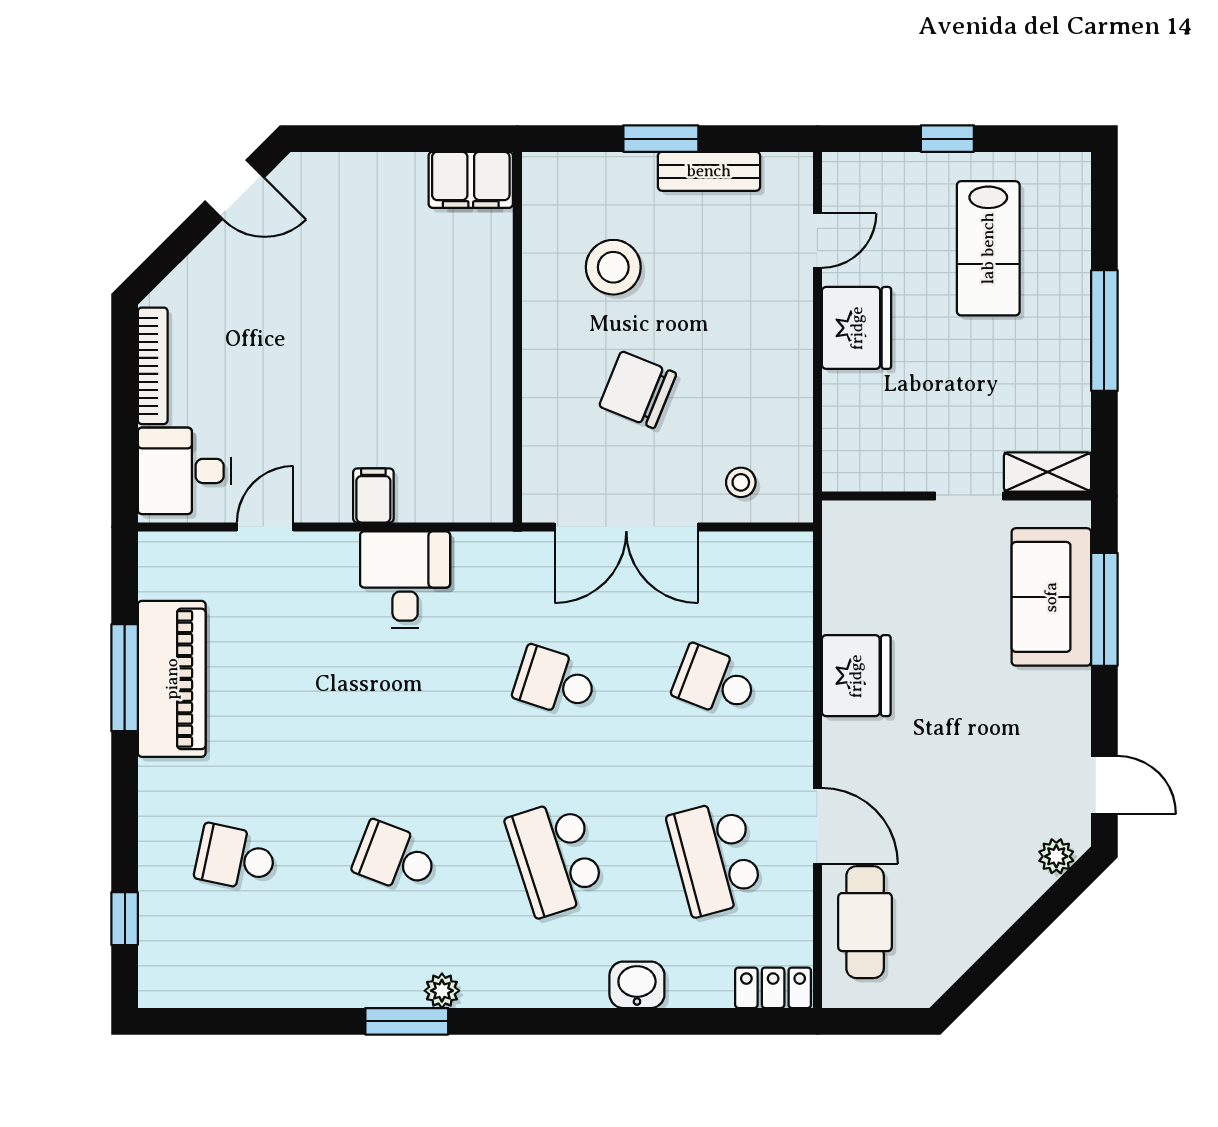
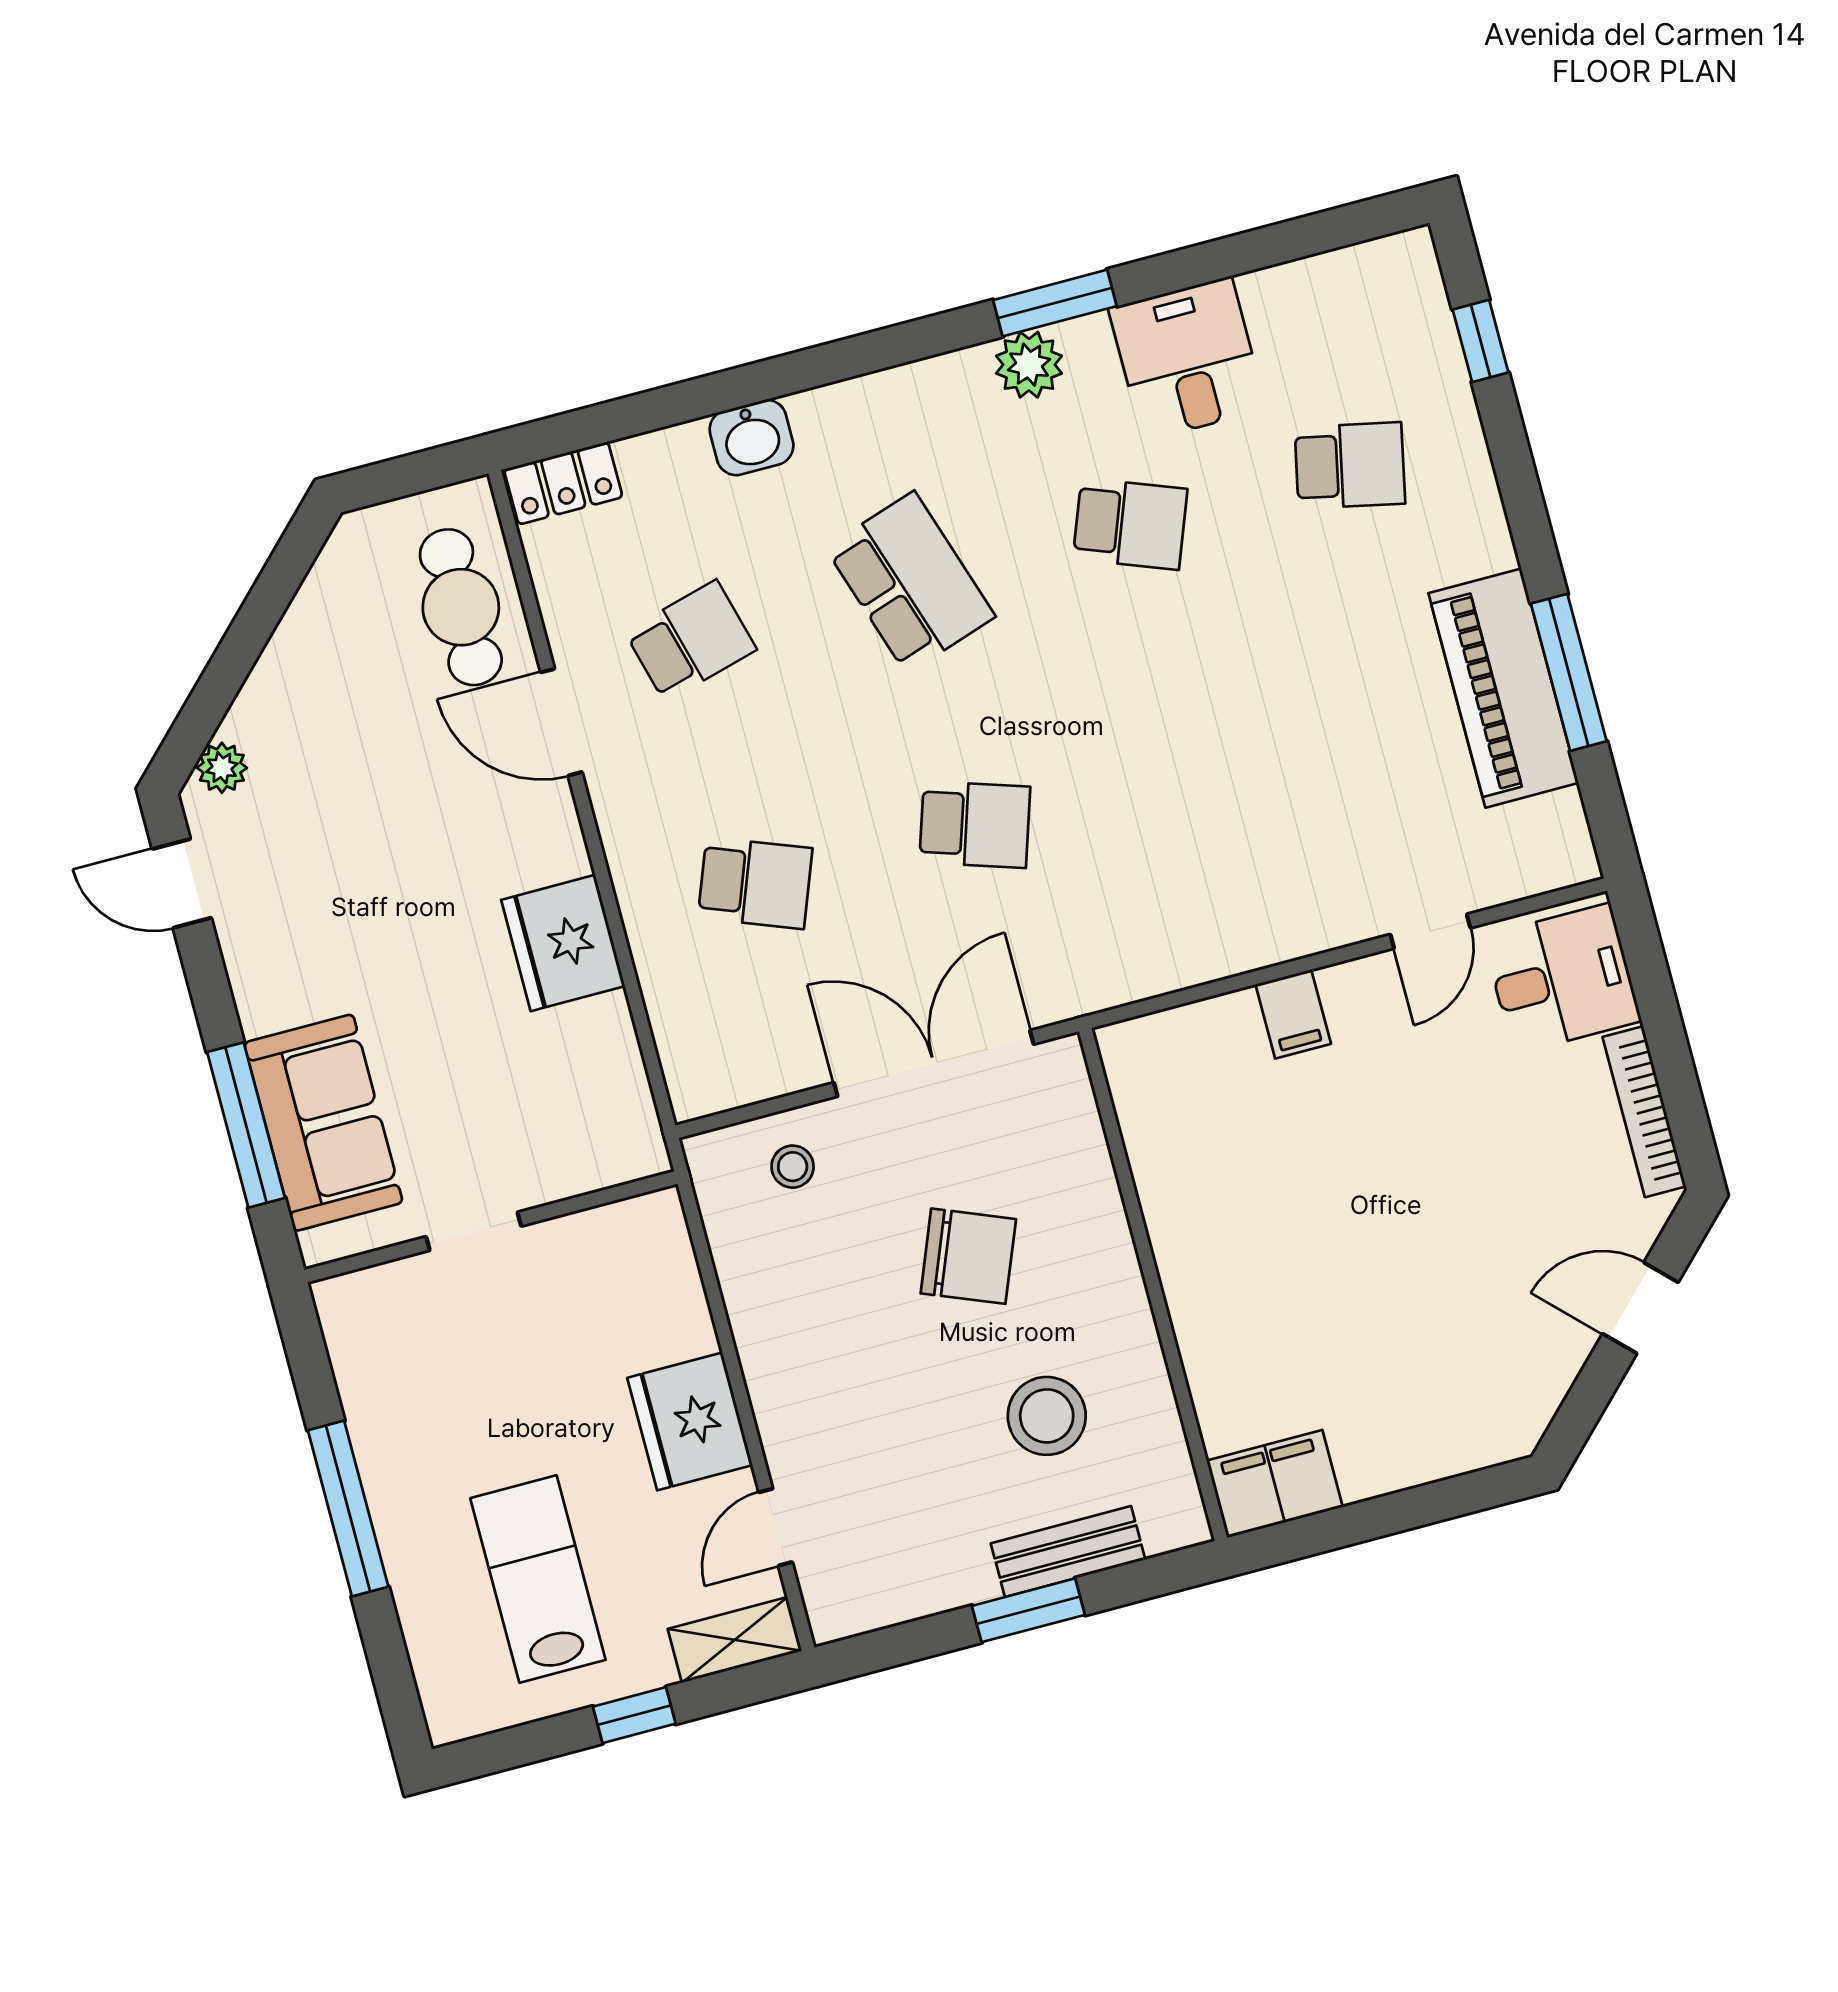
bench: (709, 171) -> (1068, 1552), moved
door: (234, 190) -> (1640, 1308), moved
shelving: (1047, 472) -> (735, 1640), moved
desk: (405, 580) -> (1187, 359), moved, turned 180
school desk: (715, 858) -> (691, 641), width x0.54
plant: (442, 991) -> (1029, 365), width x1.38, depth x1.38

